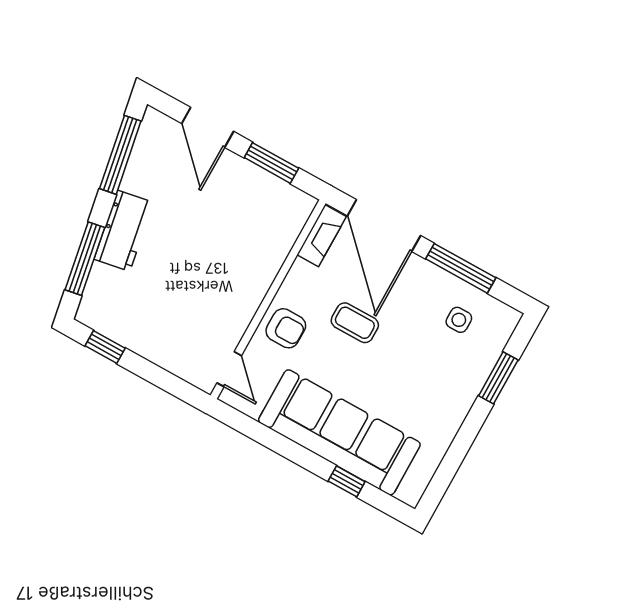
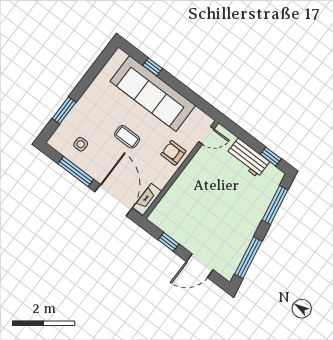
door: (208, 127) -> (200, 266), swing flipped
window: (271, 163) -> (168, 242), width x0.67
workbench: (124, 231) -> (248, 158), moved, turned -80
coffee table: (355, 323) -> (127, 137), moved
door: (229, 369) -> (207, 135), swing flipped

